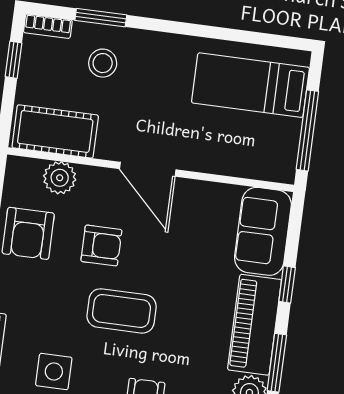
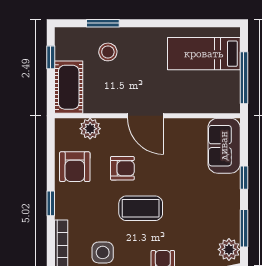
bookcase: (48, 26) -> (70, 33), removed
cot: (55, 131) -> (69, 87), moved, turned 90
piano: (255, 325) -> (227, 206), removed

